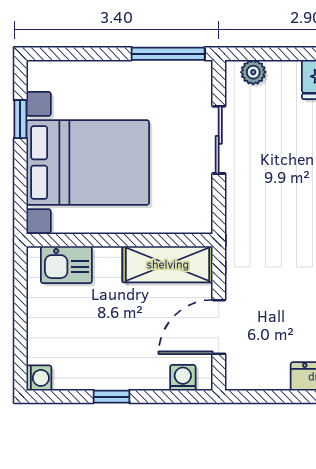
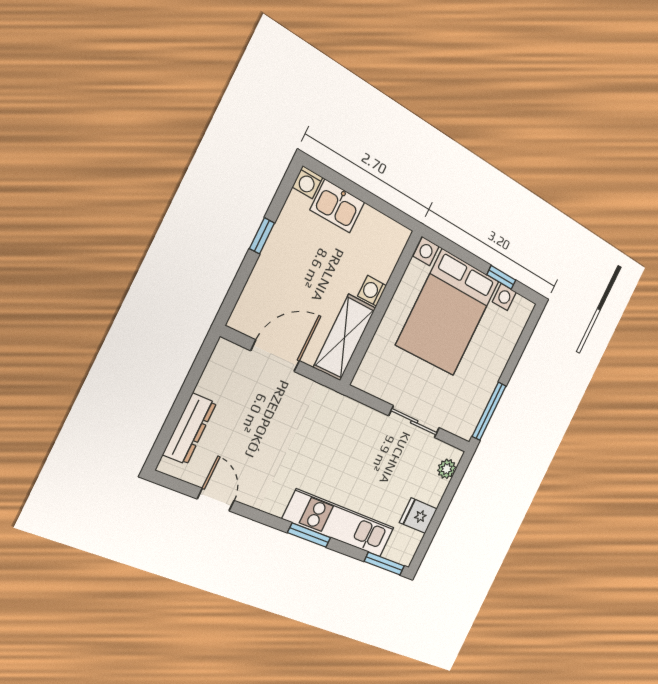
kitchen sink: (66, 265) -> (337, 206), moved, turned -90
door: (219, 327) -> (275, 356), hinge flipped
washing machine: (183, 378) -> (372, 291), moved, turned 180

